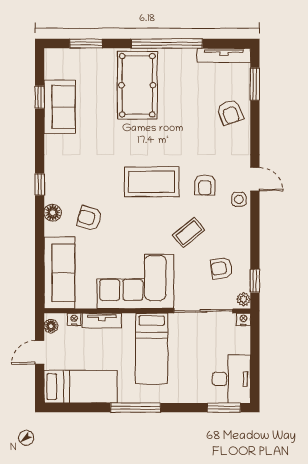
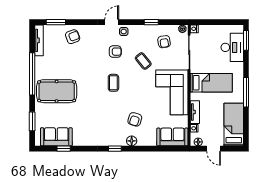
sofa: (60, 107) -> (56, 137), moved
coffee table: (152, 182) -> (113, 83), width x0.54, depth x0.58
sofa: (59, 273) -> (172, 137), width x0.73
window: (255, 281) -> (151, 22), moved
desk: (231, 379) -> (232, 47), moved, turned 90

